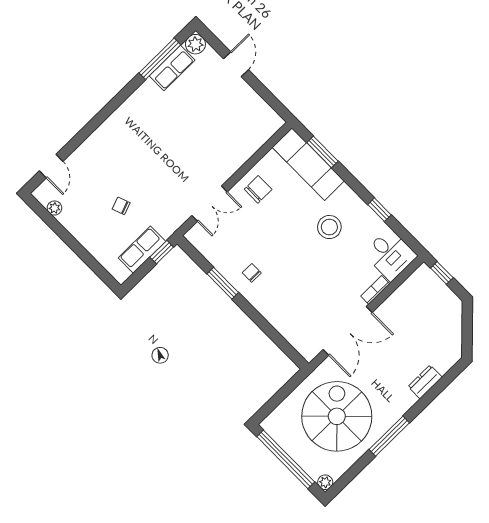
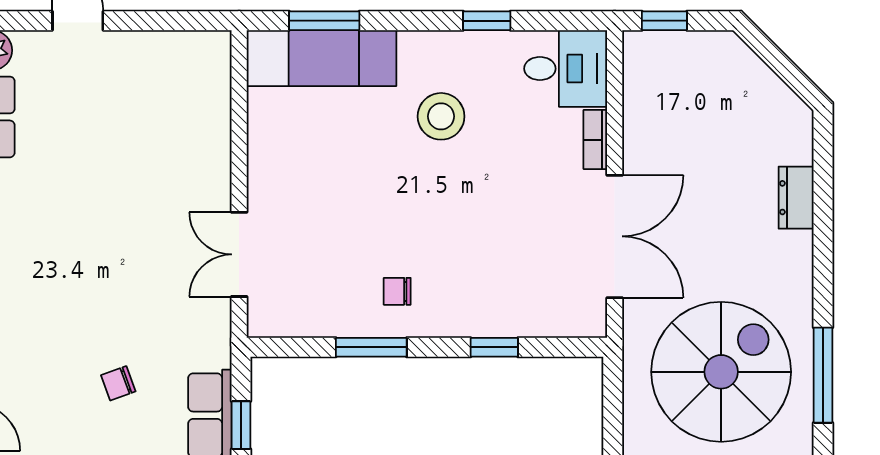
chair: (258, 189) -> (287, 165), removed
double door: (209, 204) -> (239, 254), swing flipped
window: (162, 252) -> (241, 425), moved
window: (266, 327) -> (494, 347), added
spiral stairs: (337, 416) -> (721, 372), turned 90
window: (389, 436) -> (823, 375), moved

